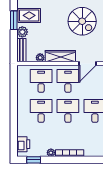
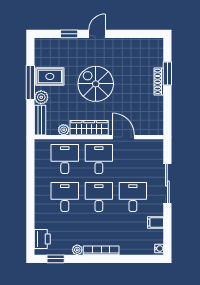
window: (14, 20) -> (30, 82), width x1.44
spiral stairs: (82, 21) -> (96, 84), moved, turned 180
door: (88, 64) -> (124, 137), swing flipped

